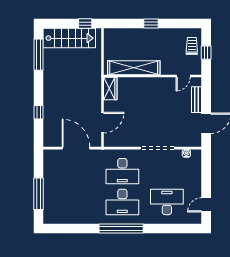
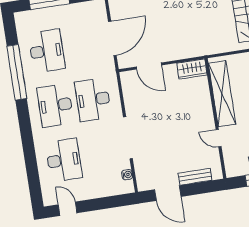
door: (183, 76) -> (219, 138), moved
desk: (78, 202) -> (47, 51), added
window: (121, 228) -> (17, 72), moved

